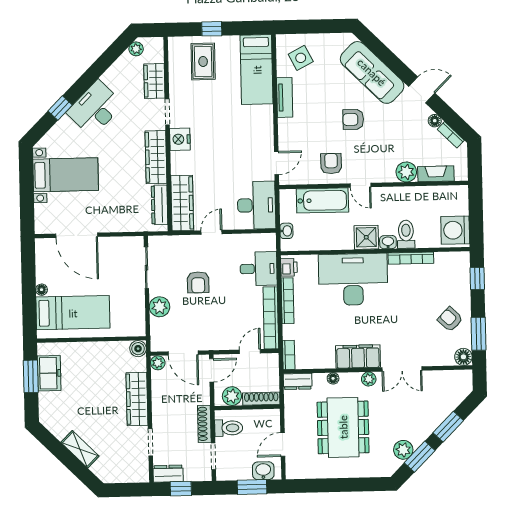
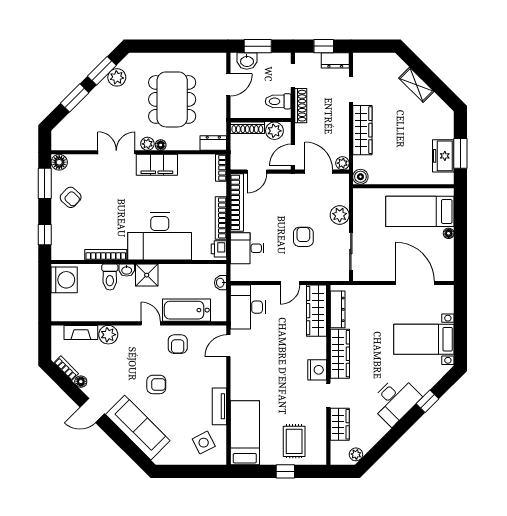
floor lamp: (333, 378) -> (161, 145), moved

